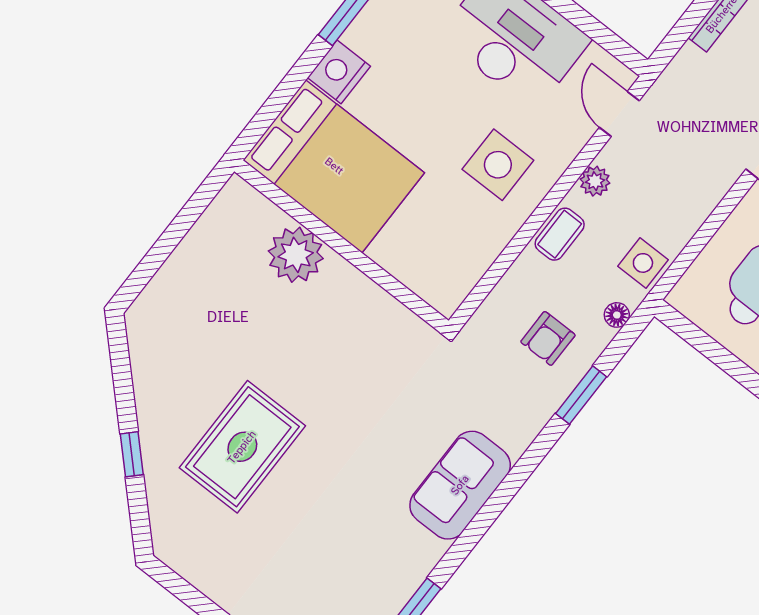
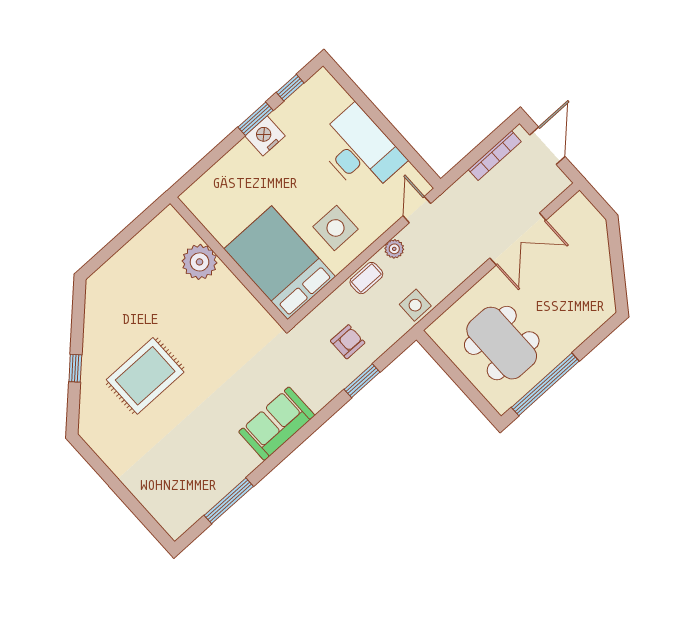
nightstand: (339, 72) -> (265, 136), moved
bed: (334, 166) -> (280, 263), moved, turned 180
floor lamp: (617, 315) -> (393, 335), removed
armchair: (548, 338) -> (348, 342), turned 180

